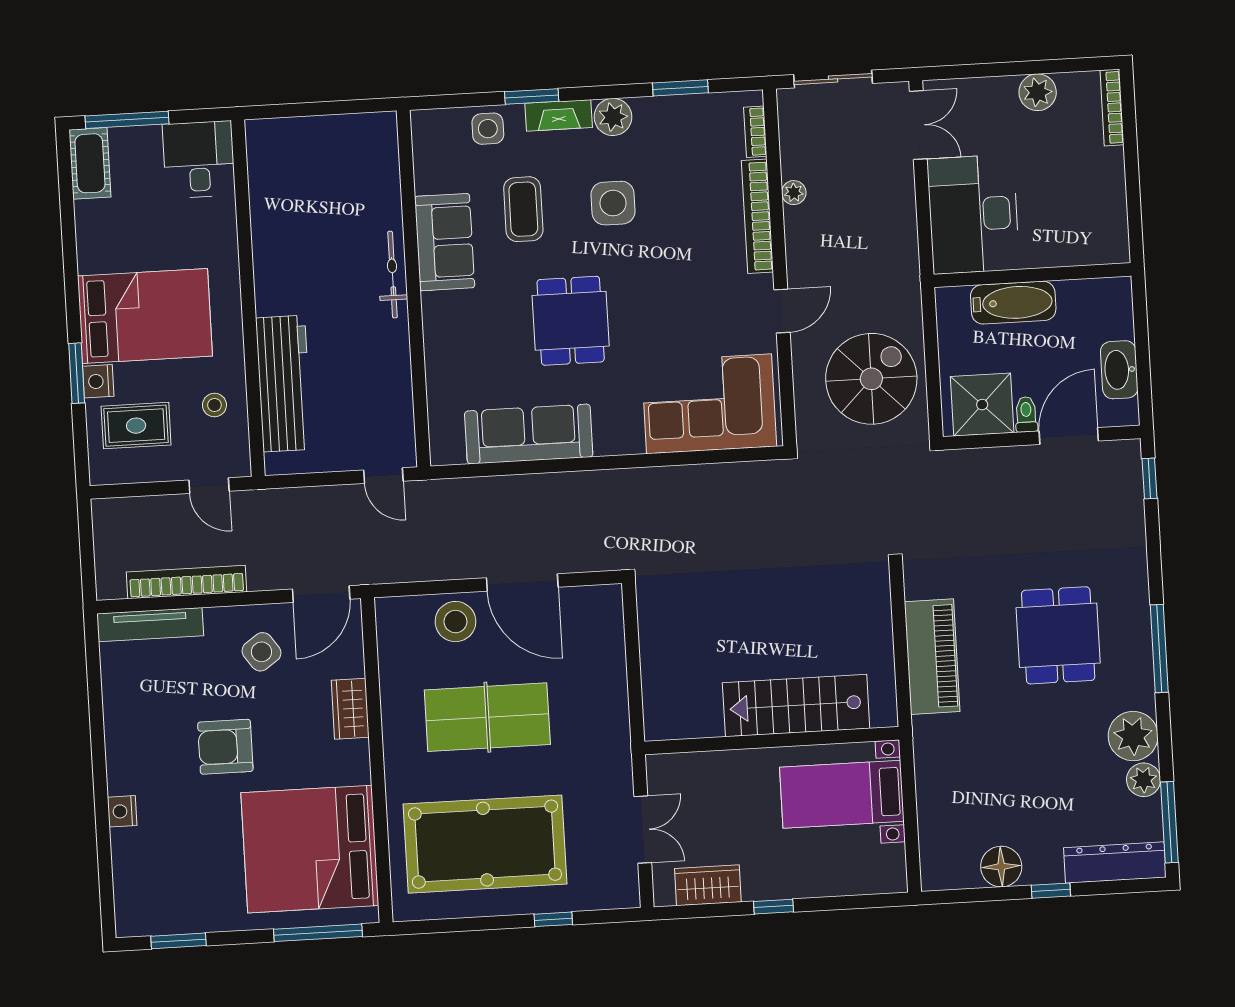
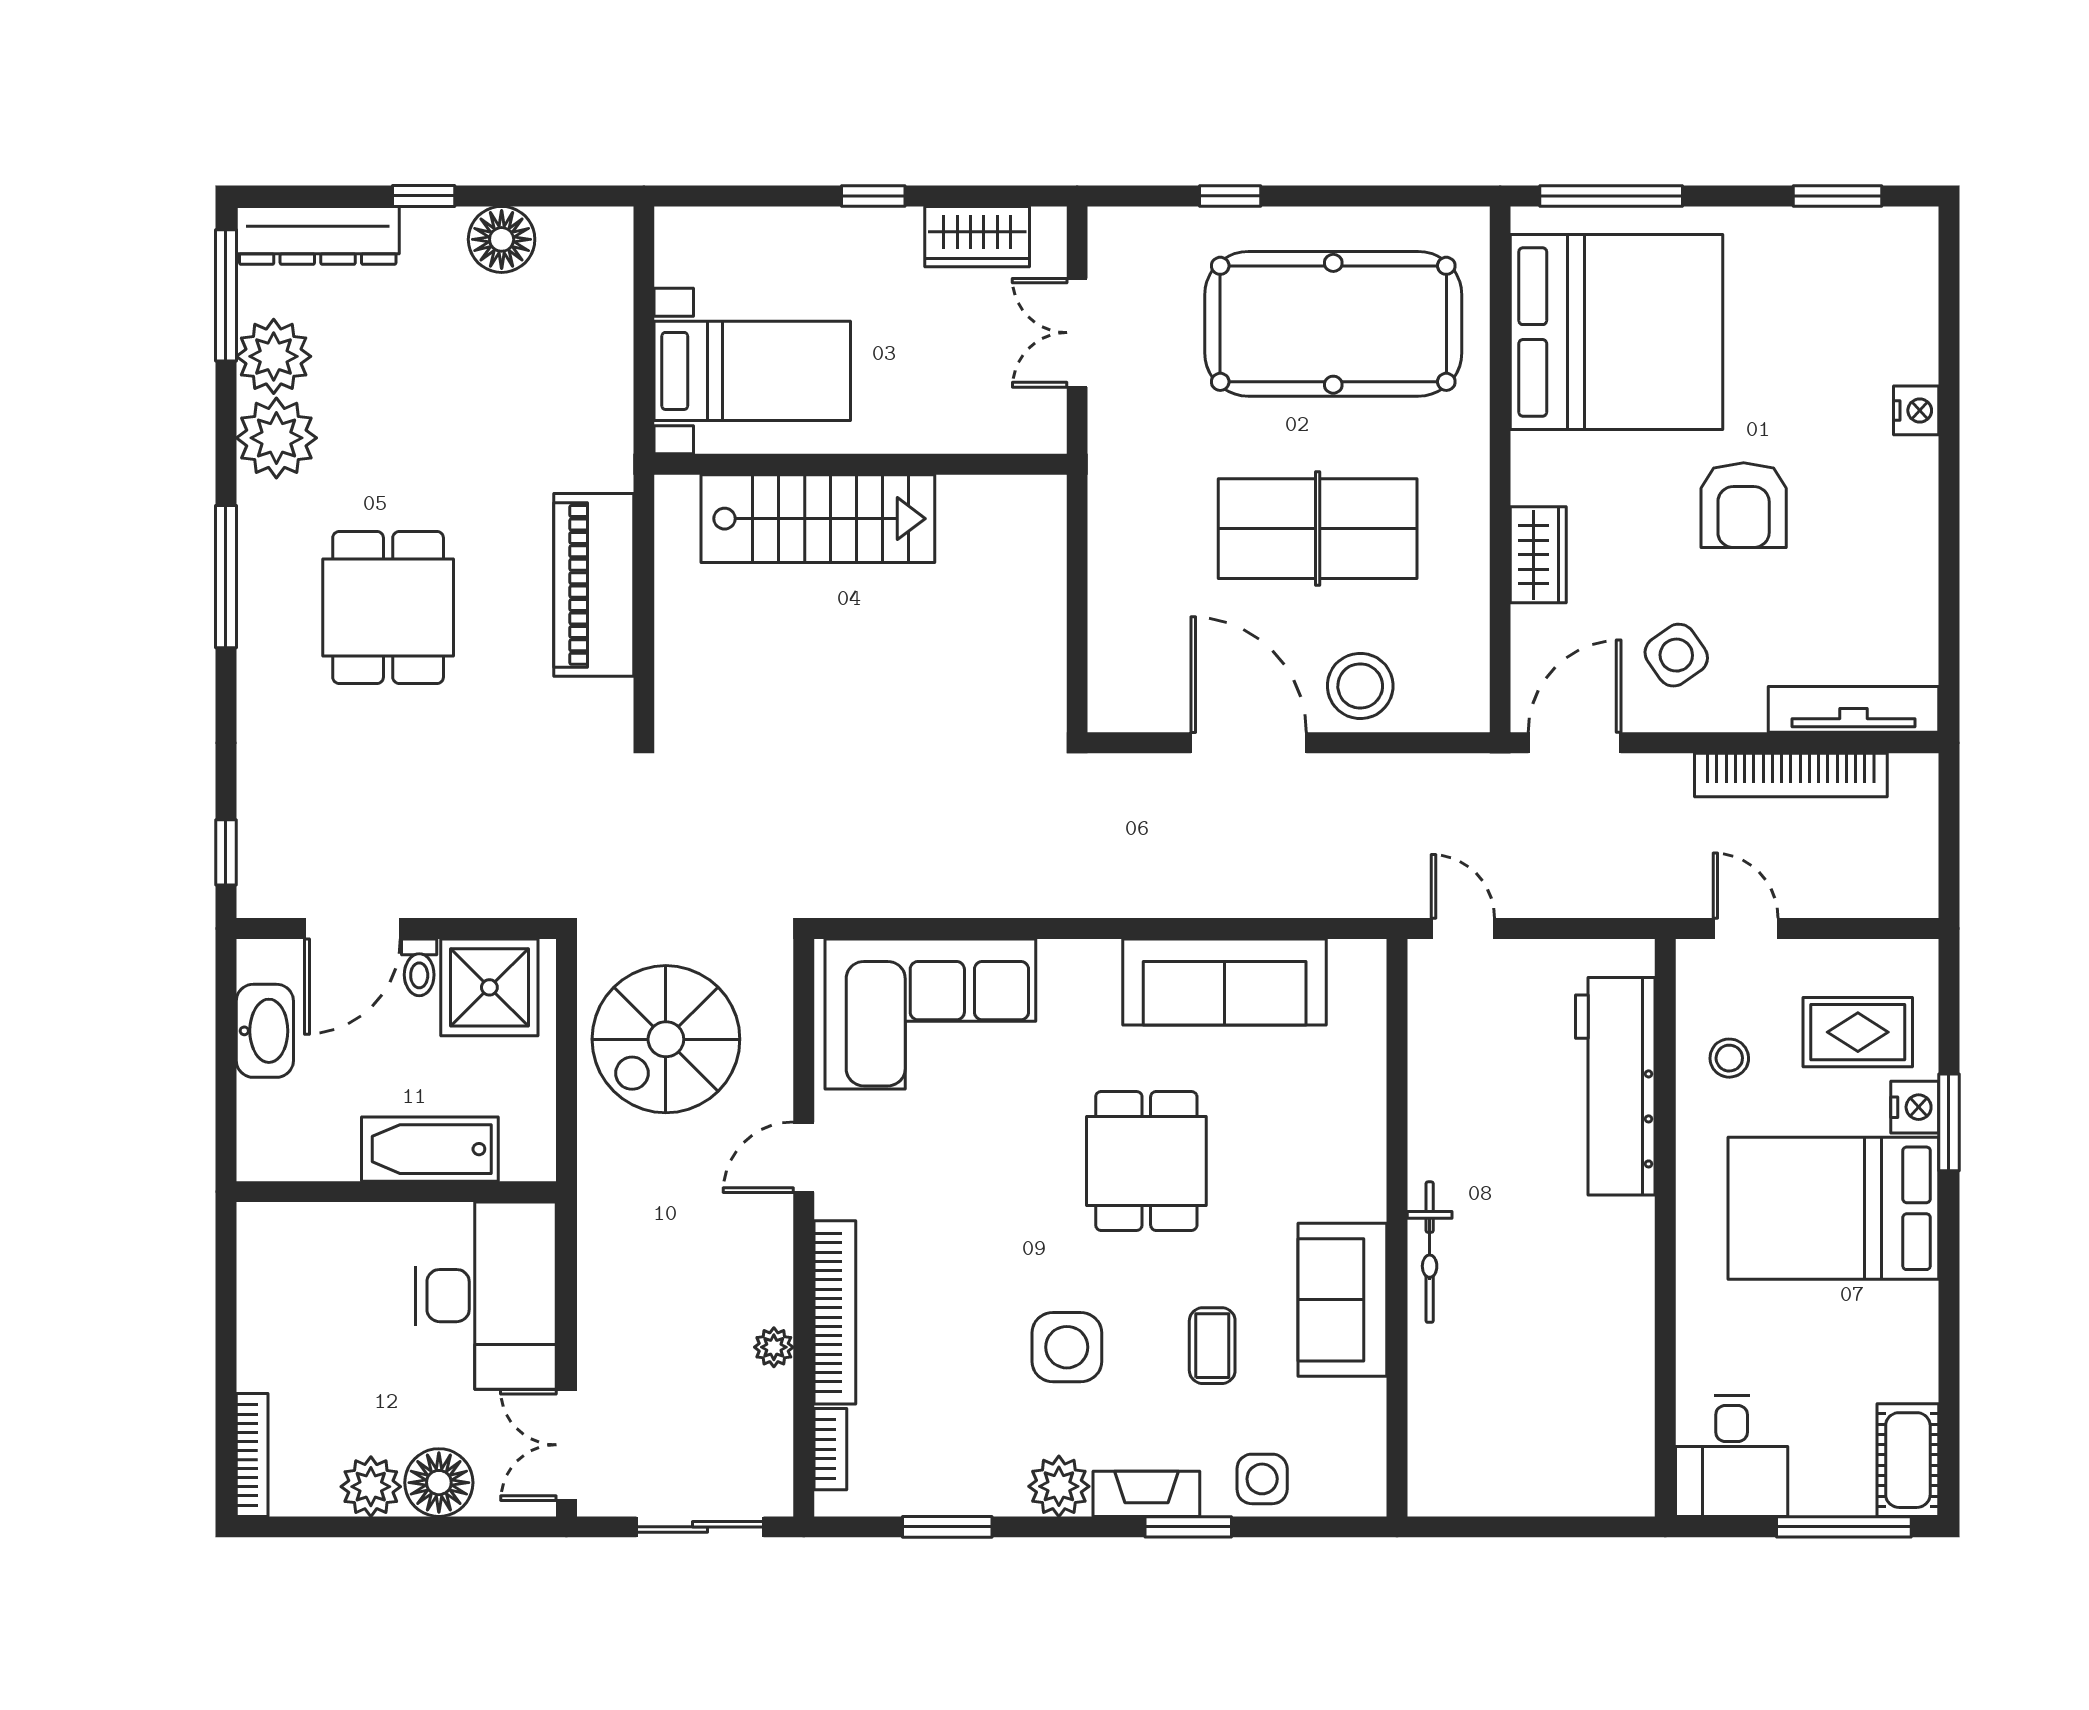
floor lamp: (996, 97) -> (439, 1483), added
coffee table: (523, 209) -> (1212, 1346), width x0.73, depth x0.77
armchair: (225, 747) -> (1744, 505), turned 90
plant: (1144, 780) -> (274, 356), width x1.36, depth x1.36

